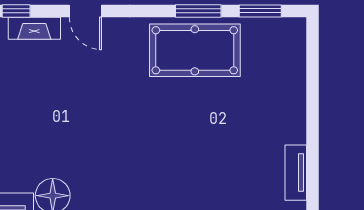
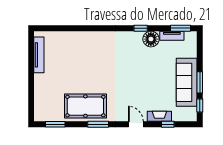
window: (198, 11) -> (98, 124), moved
tv unit: (296, 173) -> (39, 55), width x1.41

